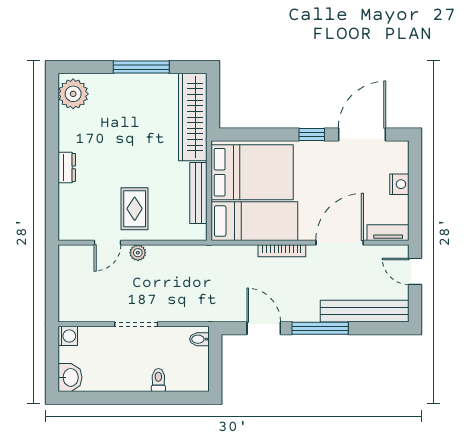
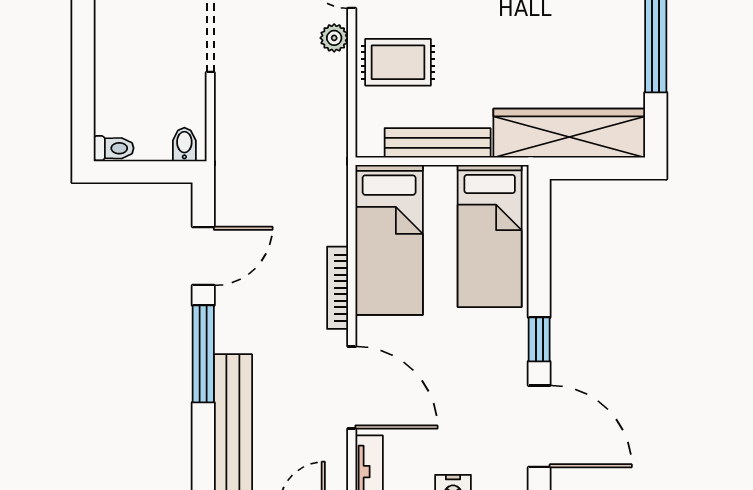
bed: (252, 172) -> (490, 236), width x0.67
rug: (135, 209) -> (398, 62), moved
toilet: (158, 380) -> (114, 148), moved

